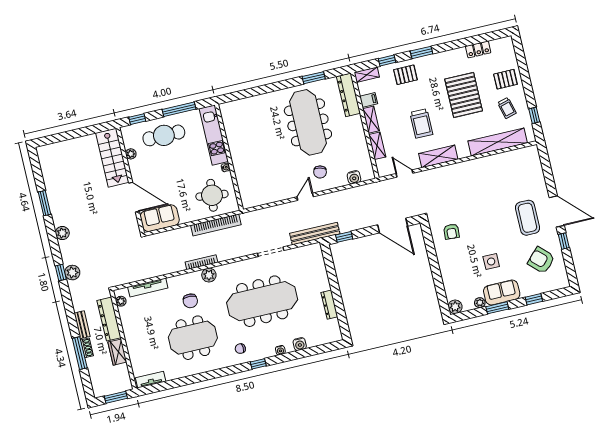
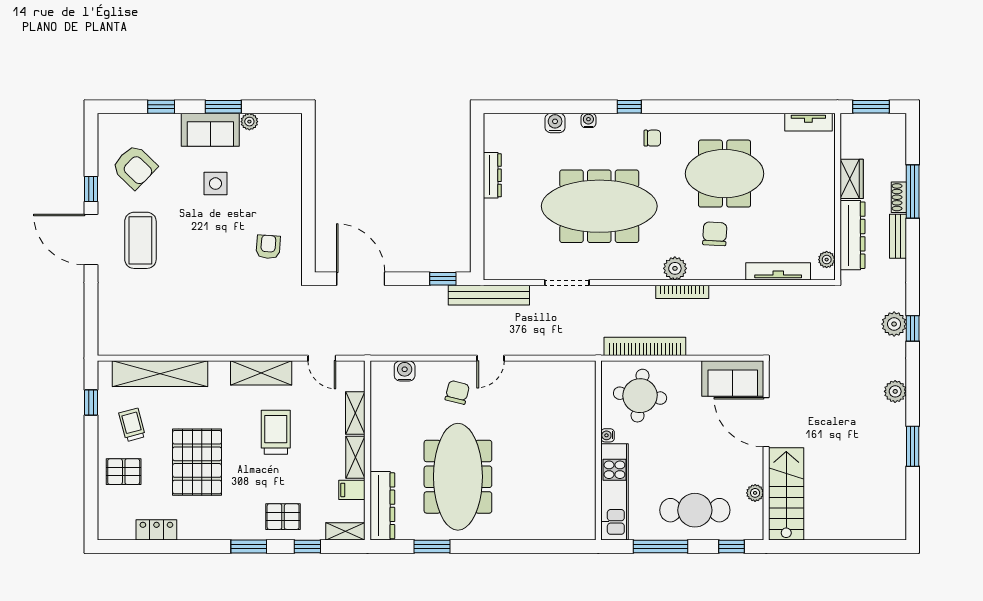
plant: (455, 307) -> (291, 124), removed

